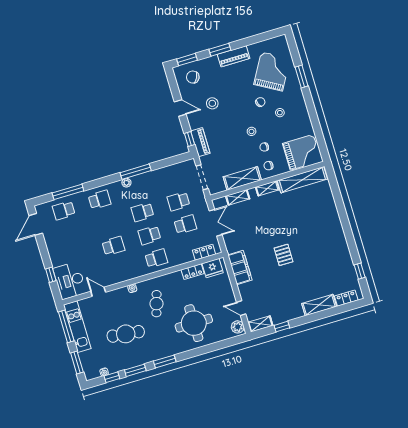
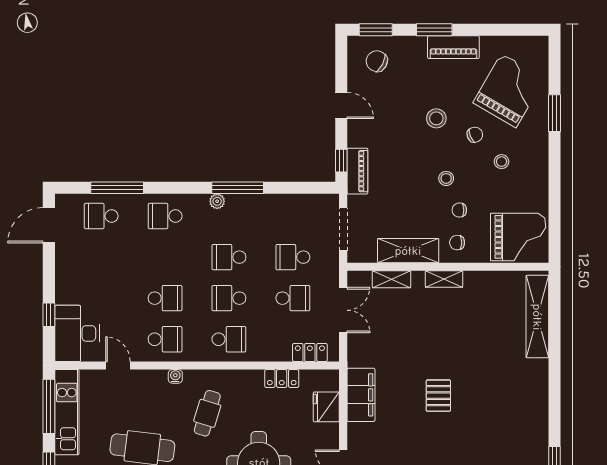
stool: (212, 103) -> (436, 118), moved
shelving: (302, 180) -> (537, 317), moved, turned 90
school desk: (100, 200) -> (165, 216), turned 180
fridge: (213, 268) -> (326, 407), moved, turned 90
school desk: (120, 269) -> (165, 339), added

